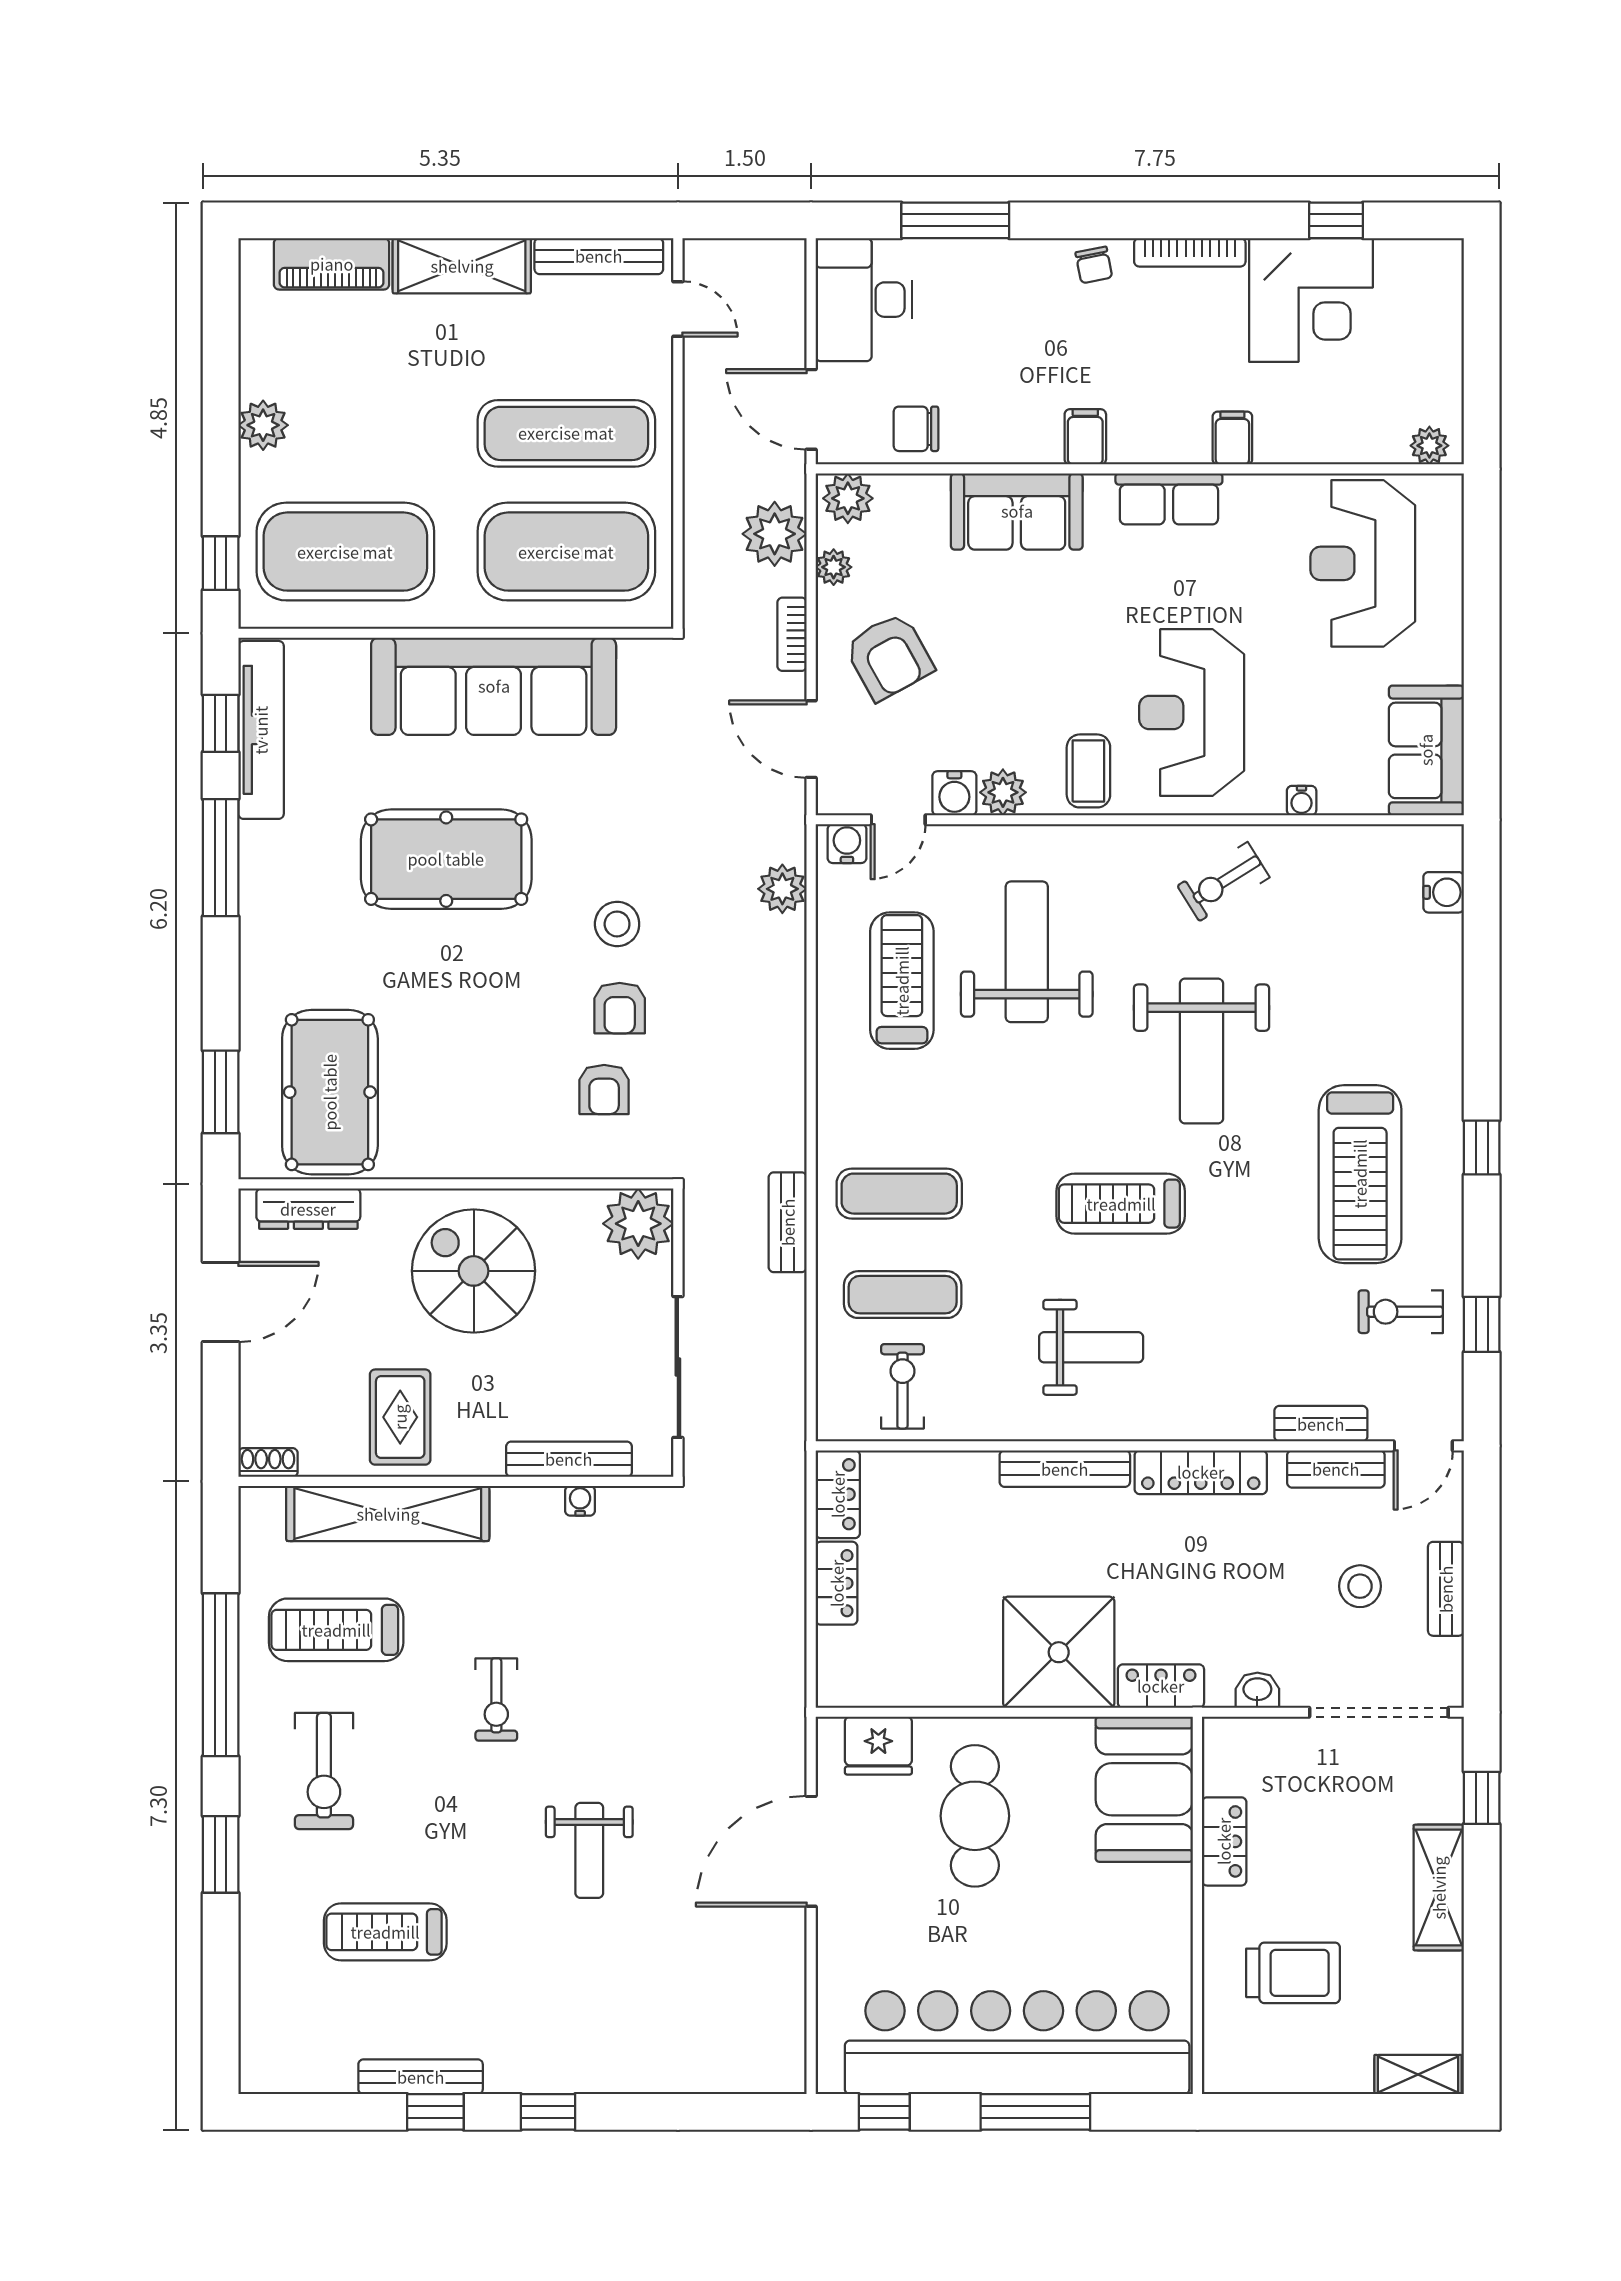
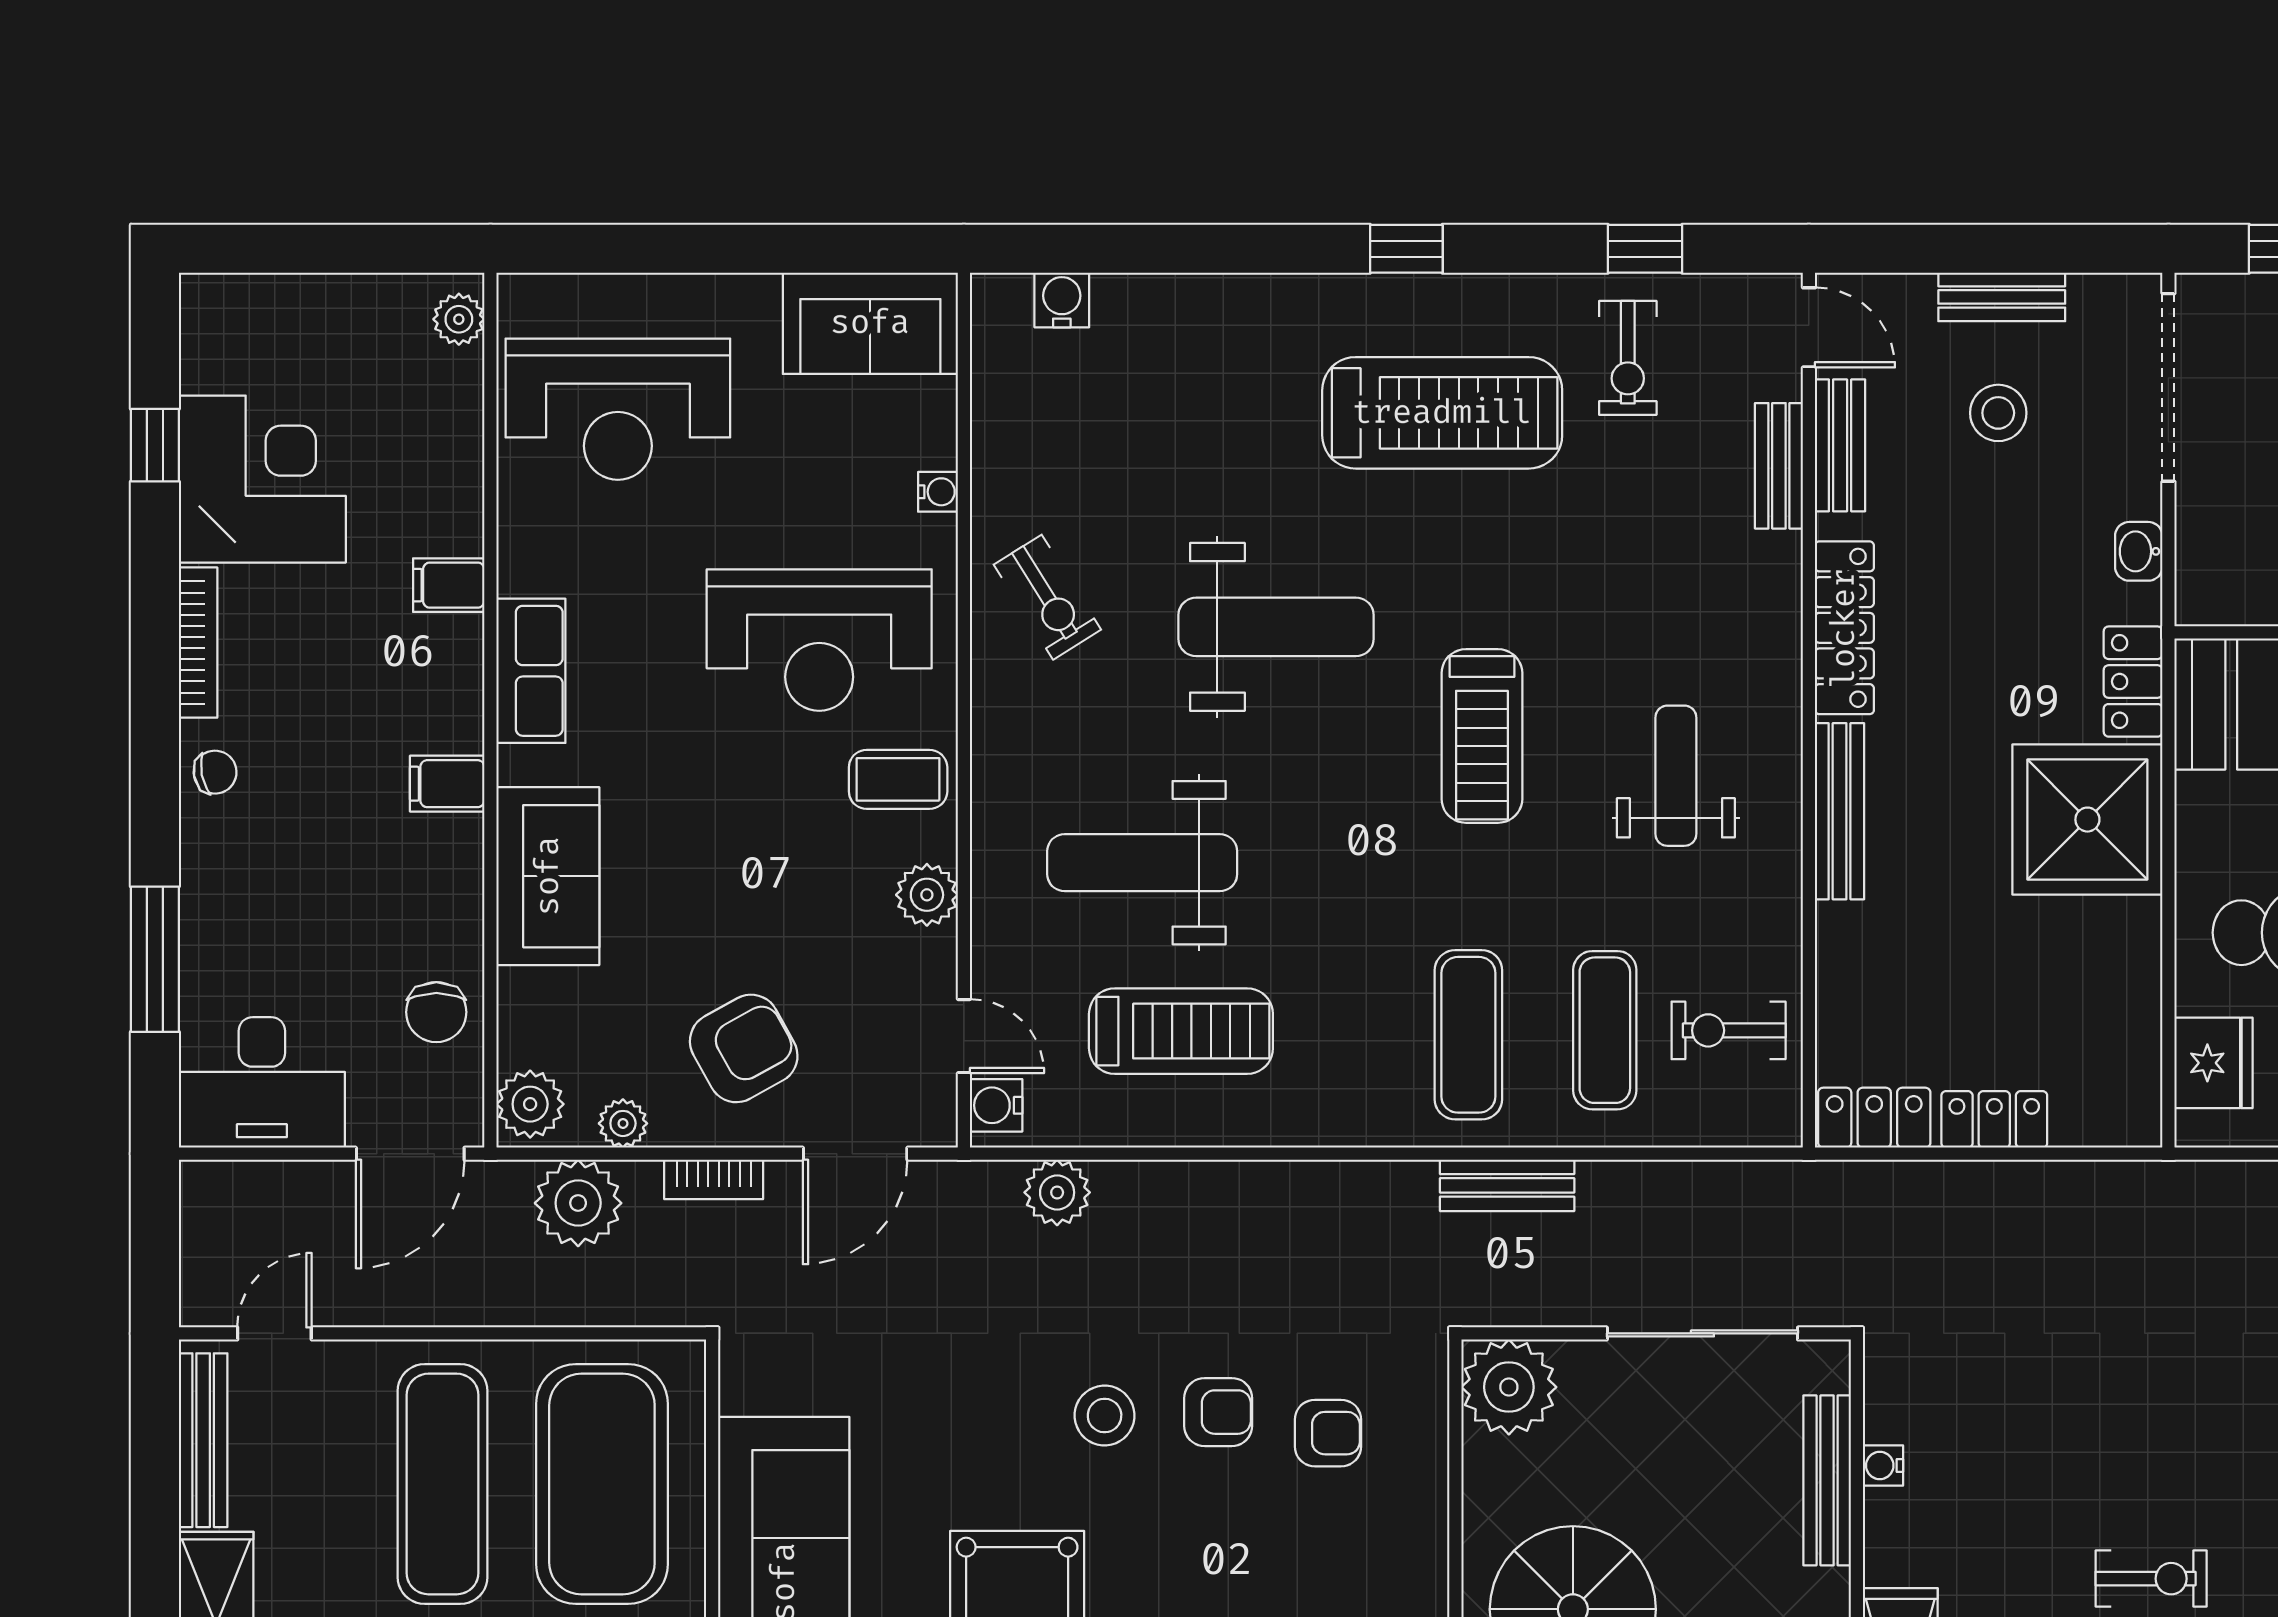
water cooler: (954, 793) -> (928, 960), removed
treadmill: (902, 981) -> (1181, 1031), turned 180

